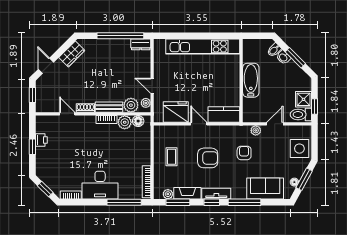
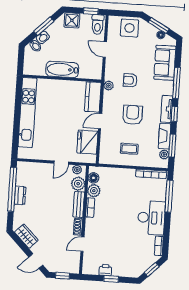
dresser: (141, 44) -> (20, 195), moved
shower: (304, 99) -> (72, 20), moved
plant: (256, 130) -> (109, 86), moved

